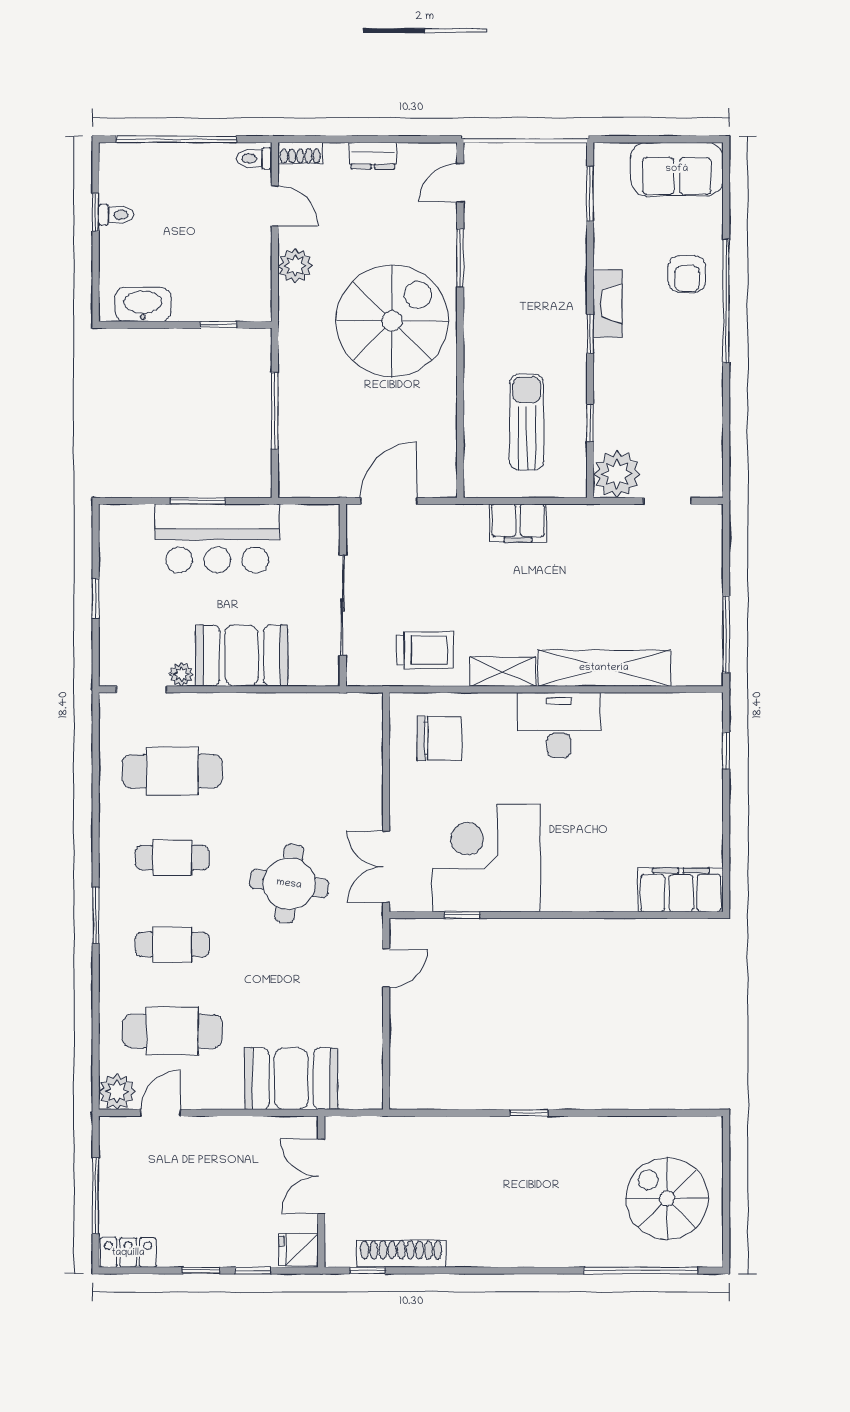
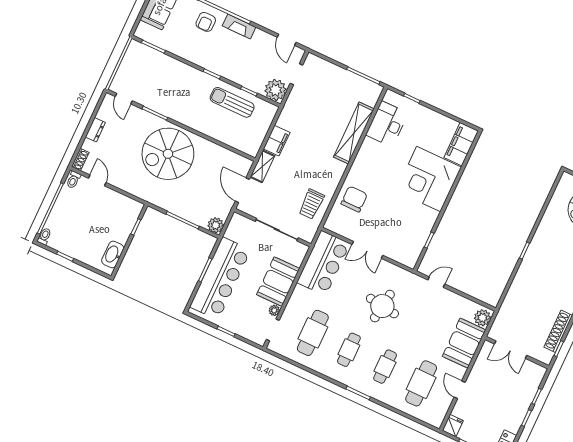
door: (275, 206) -> (97, 180), hinge flipped
toilet: (116, 215) -> (44, 236), moved
plant: (295, 266) -> (216, 225), moved
armchair: (687, 274) -> (206, 22), turned 90
fireplace: (608, 304) -> (239, 26), moved, turned 180
spiral stairs: (392, 321) -> (168, 154), turned -90
sun lounger: (527, 422) -> (232, 102), moved
door: (726, 450) -> (287, 40), added
bar counter: (217, 538) -> (220, 278), width x1.36
trolley: (425, 650) -> (311, 204), turned 180
shelving: (503, 672) -> (262, 166), moved
desk: (559, 725) -> (387, 124), moved
bar counter: (320, 728) -> (323, 263), added
chair: (440, 738) -> (354, 199), moved
corner desk: (487, 858) -> (429, 179), moved
double door: (386, 867) -> (367, 250), moved
door: (386, 968) -> (436, 282), hinge flipped
plant: (117, 1092) -> (482, 318), moved
door: (161, 1113) -> (460, 390), moved
fridge: (299, 1250) -> (453, 426), moved, turned 180

